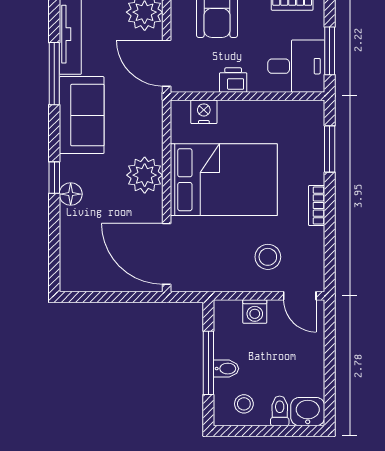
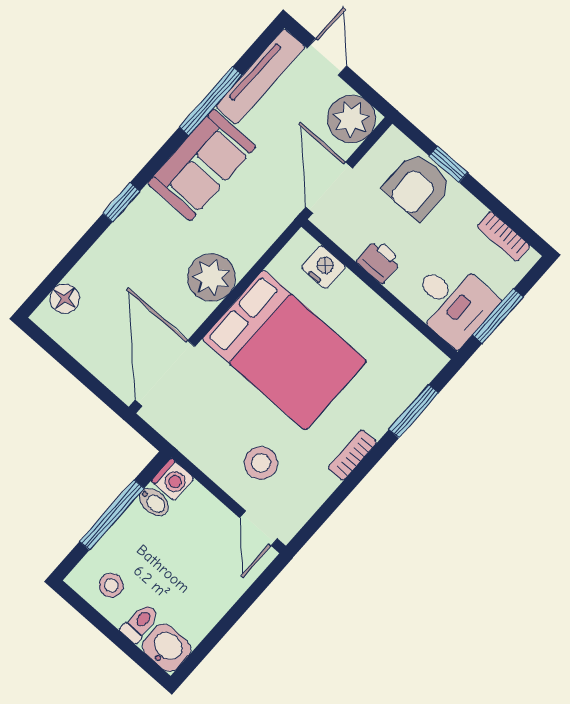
floor lamp: (71, 194) -> (65, 299), moved
washing machine: (255, 311) -> (173, 479), moved, turned -90
bidet: (226, 369) -> (154, 502), moved

